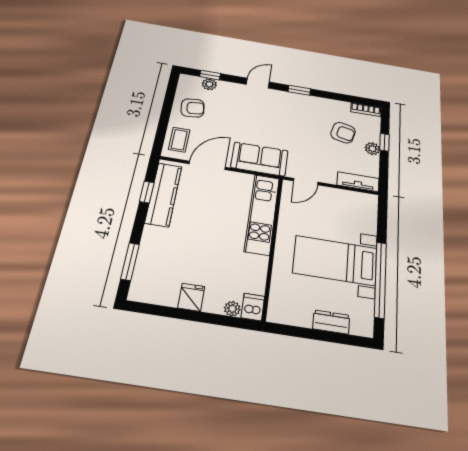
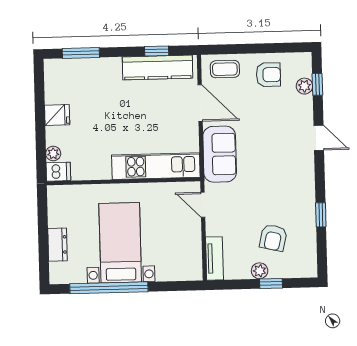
window: (299, 90) -> (321, 215), moved
armchair: (193, 108) -> (268, 75), turned -83
bookcase: (366, 110) -> (311, 260), removed

